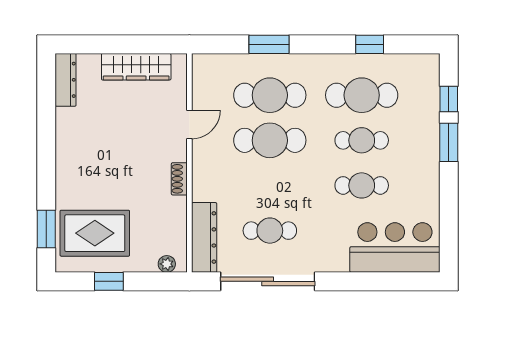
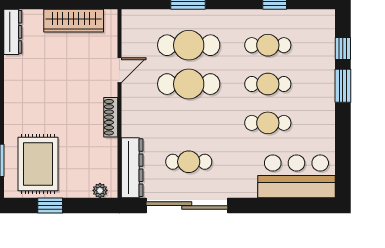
cafe table: (362, 95) -> (268, 45), width x0.73, depth x0.74
shoe rack: (179, 179) -> (111, 117), width x1.43
rug: (95, 233) -> (38, 164), turned 90

